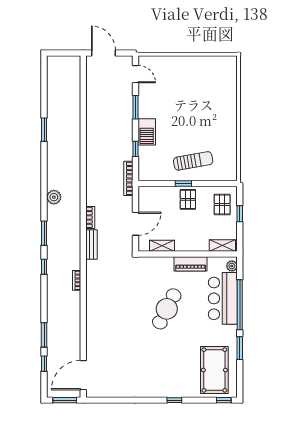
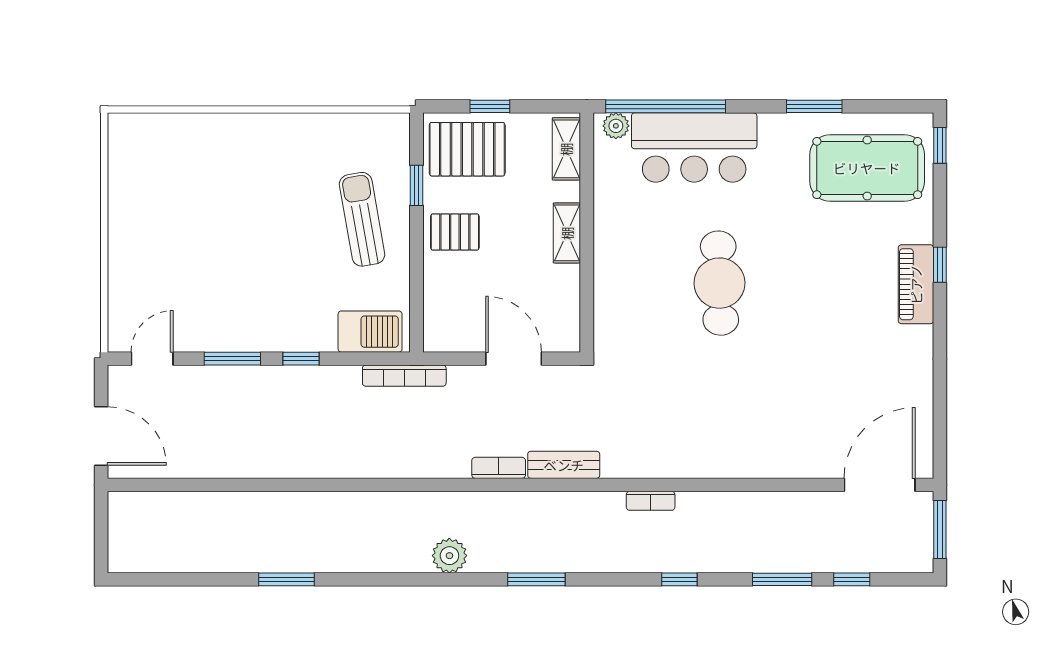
door: (103, 53) -> (101, 436), swing flipped
barbecue: (147, 132) -> (370, 332), moved
window: (135, 149) -> (301, 359), moved
window: (183, 183) -> (417, 185), moved
pallet: (222, 204) -> (467, 149), width x1.50, depth x1.42
shelving: (162, 246) -> (567, 233), moved
piano: (191, 264) -> (916, 284), moved, turned 180
window: (44, 267) -> (679, 579), moved
window: (240, 305) -> (666, 106), moved
cafe table: (167, 309) -> (719, 283), turned 61
door: (83, 375) -> (880, 485), swing flipped

